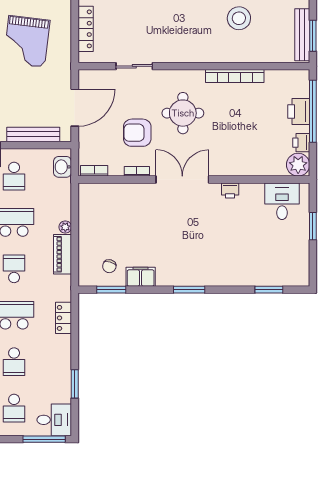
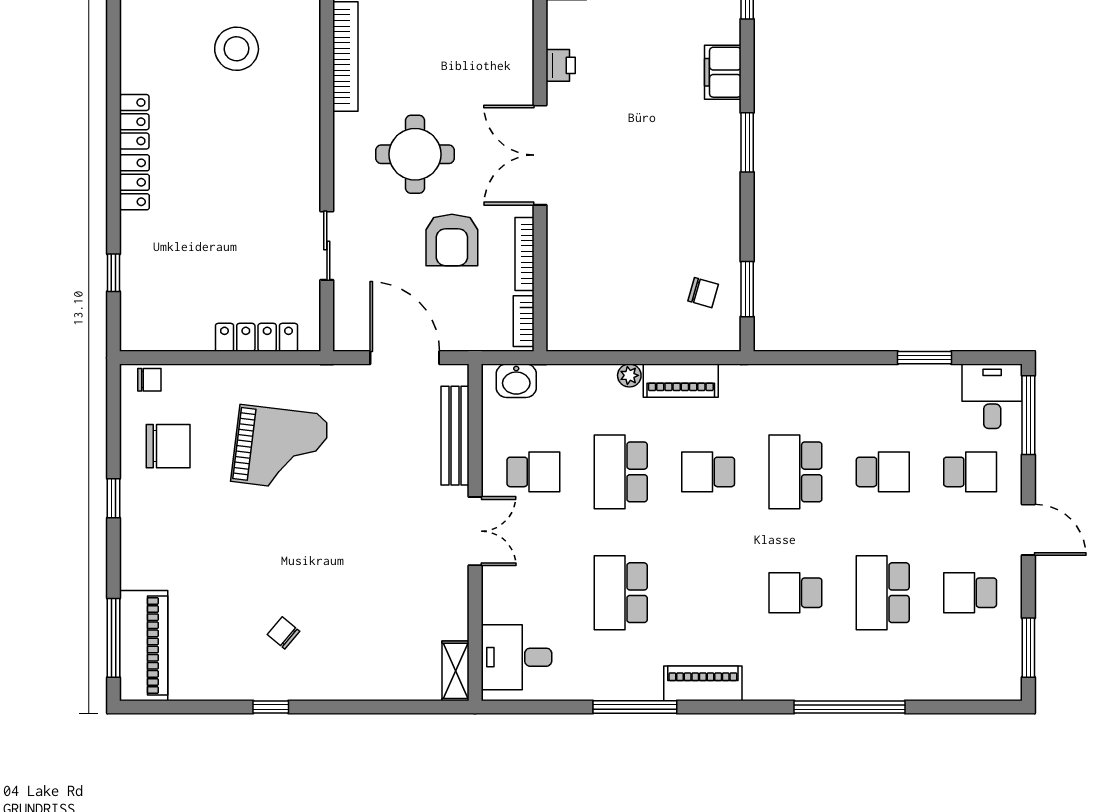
bookcase: (137, 171) -> (524, 254), width x1.56
filing cabinet: (141, 277) -> (723, 72), moved
locker: (63, 318) -> (800, 379), removed

